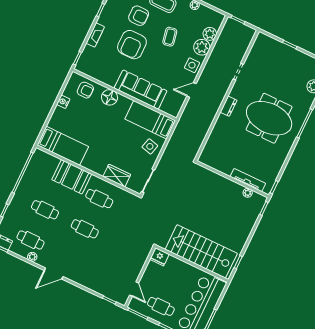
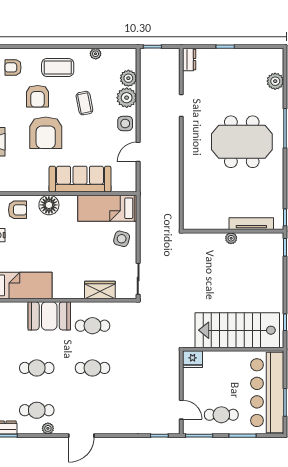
armchair: (139, 16) -> (38, 96), turned 90
dresser: (229, 106) -> (189, 60), moved
plant: (248, 193) -> (231, 238), moved

